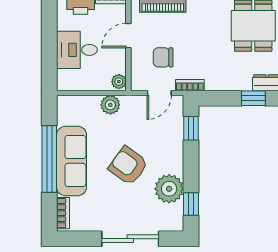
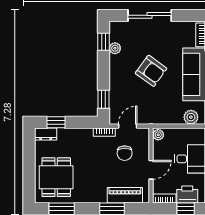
chair: (163, 57) -> (125, 153), turned 90
plant: (110, 105) -> (191, 117), moved
plant: (169, 189) -> (115, 48), width x0.53, depth x0.53

